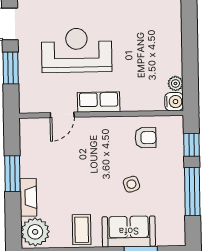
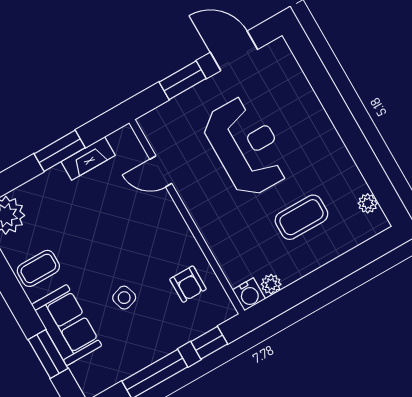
coffee table: (143, 40) -> (301, 217), added
row of seats: (99, 102) -> (200, 206), removed
fireplace: (28, 197) -> (88, 158), moved

